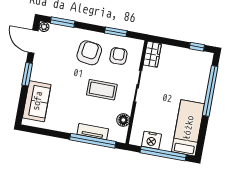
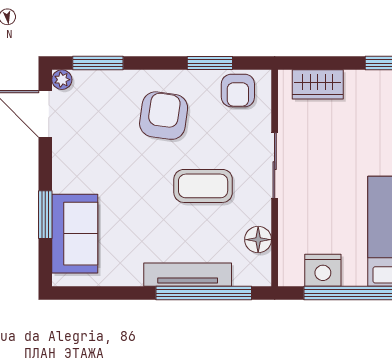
wardrobe: (152, 54) -> (318, 84), moved, turned 90
armchair: (118, 56) -> (238, 91), moved, turned 180
window: (27, 74) -> (45, 215), moved
tv unit: (93, 132) -> (188, 275), width x1.41

